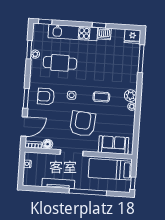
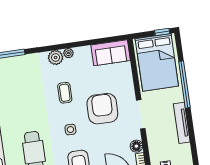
armchair: (83, 124) -> (102, 109), turned 86
sofa: (114, 145) -> (111, 53), moved, turned -90
bed: (110, 169) -> (157, 62), width x1.50

